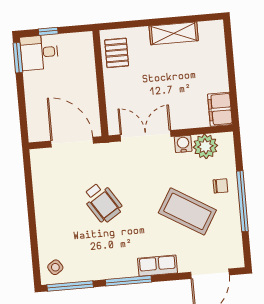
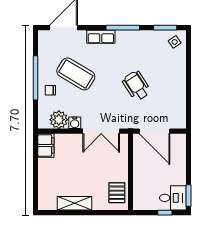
window: (70, 286) -> (165, 28), width x0.69

